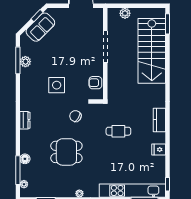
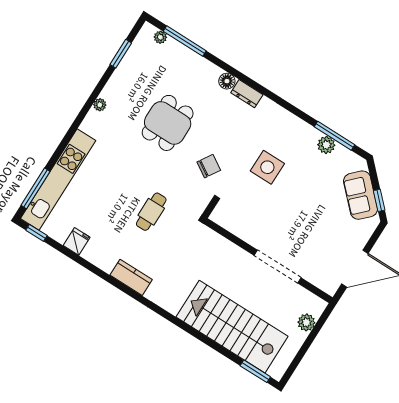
armchair: (95, 83) -> (237, 222), removed
fridge: (159, 149) -> (77, 241), moved
floor lamp: (25, 159) -> (227, 81), moved

